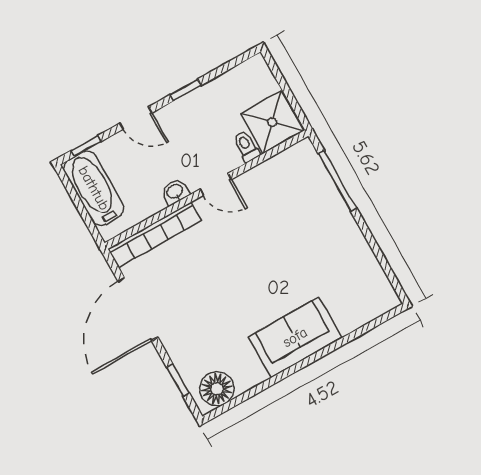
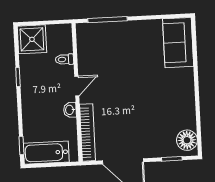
door: (136, 118) -> (20, 111), removed
shower: (272, 122) -> (32, 39), moved
sofa: (295, 337) -> (178, 43), moved

